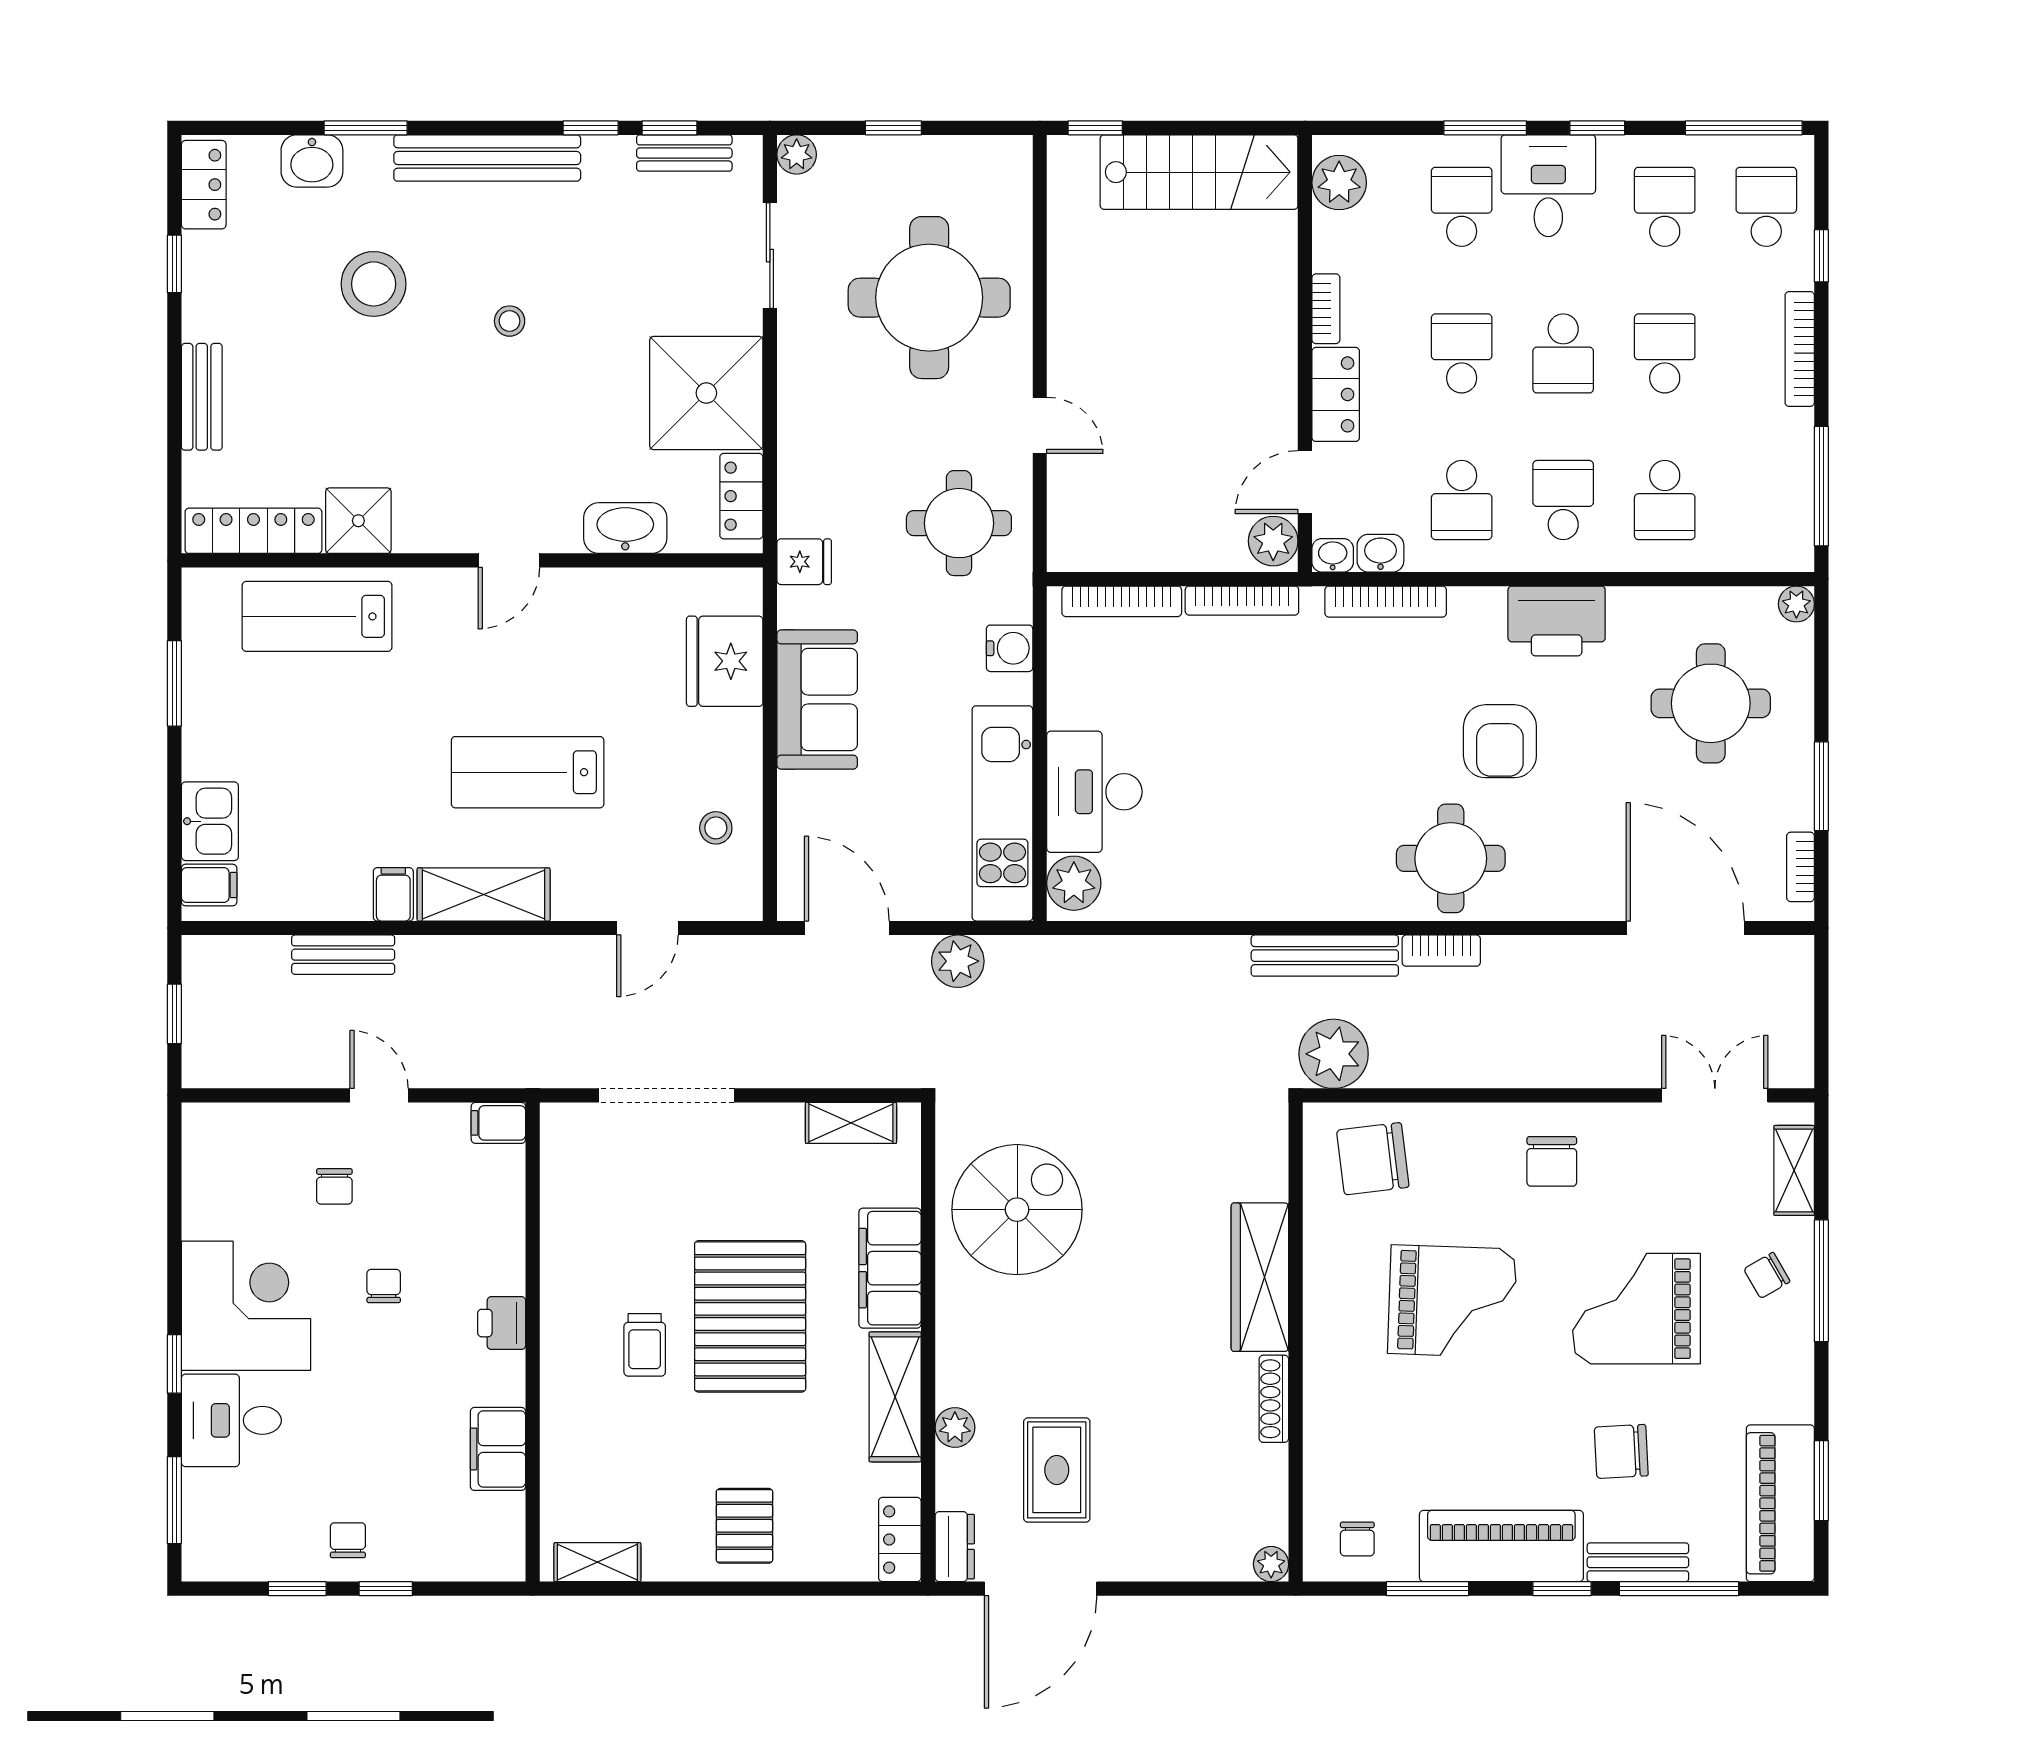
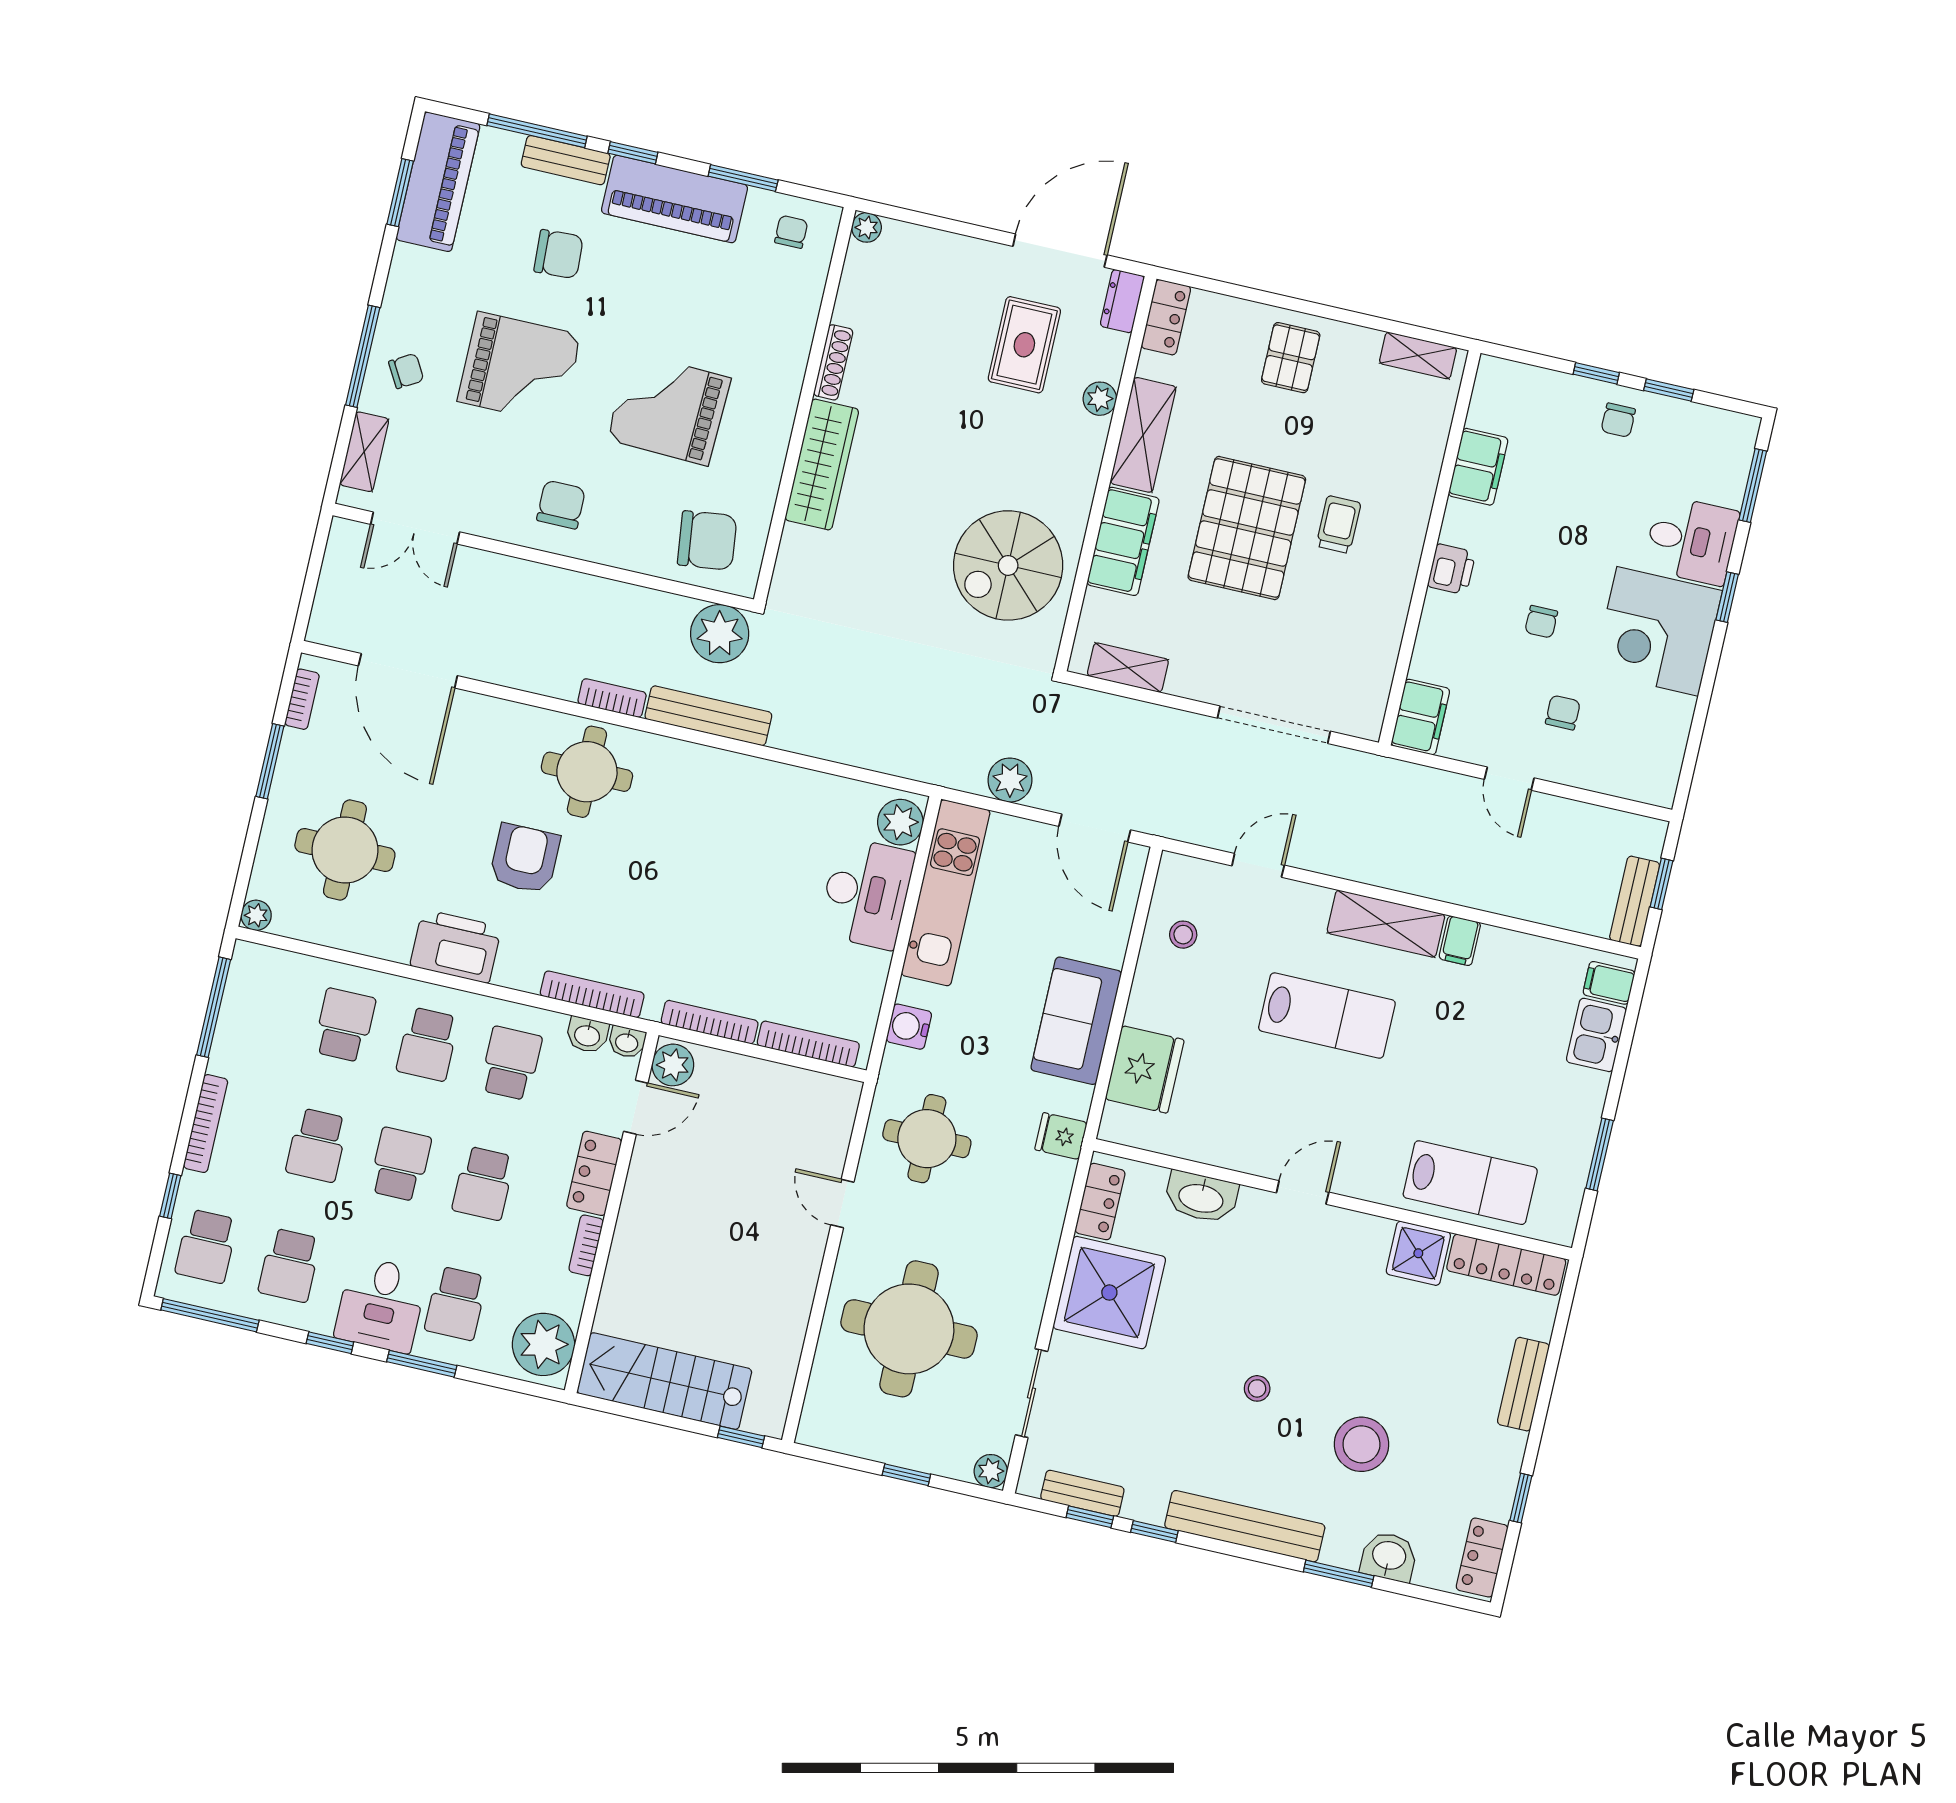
plant: (1339, 183) -> (543, 1344), width x1.36, depth x1.36
bench: (343, 955) -> (1635, 901), moved, turned 90
filing cabinet: (498, 1123) -> (1420, 717), width x2.00

